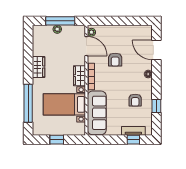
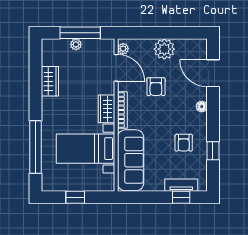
plant: (121, 33) -> (164, 49), added
wardrobe: (38, 67) -> (50, 81), moved

